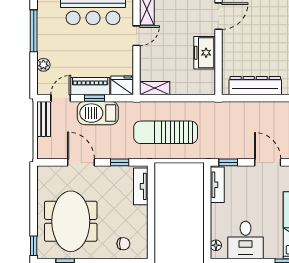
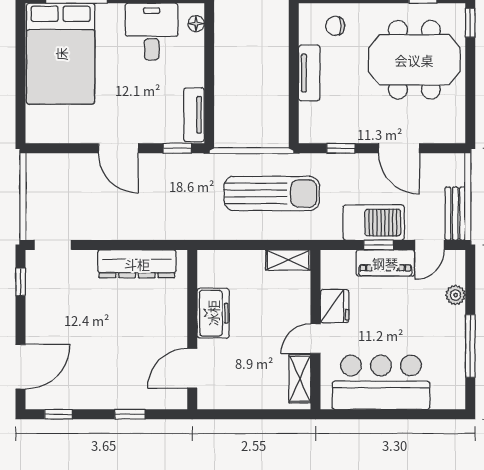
fridge: (122, 85) -> (335, 306), moved, turned -90
tv unit: (141, 186) -> (309, 73), moved
meeting table: (71, 221) -> (414, 60), turned 90

